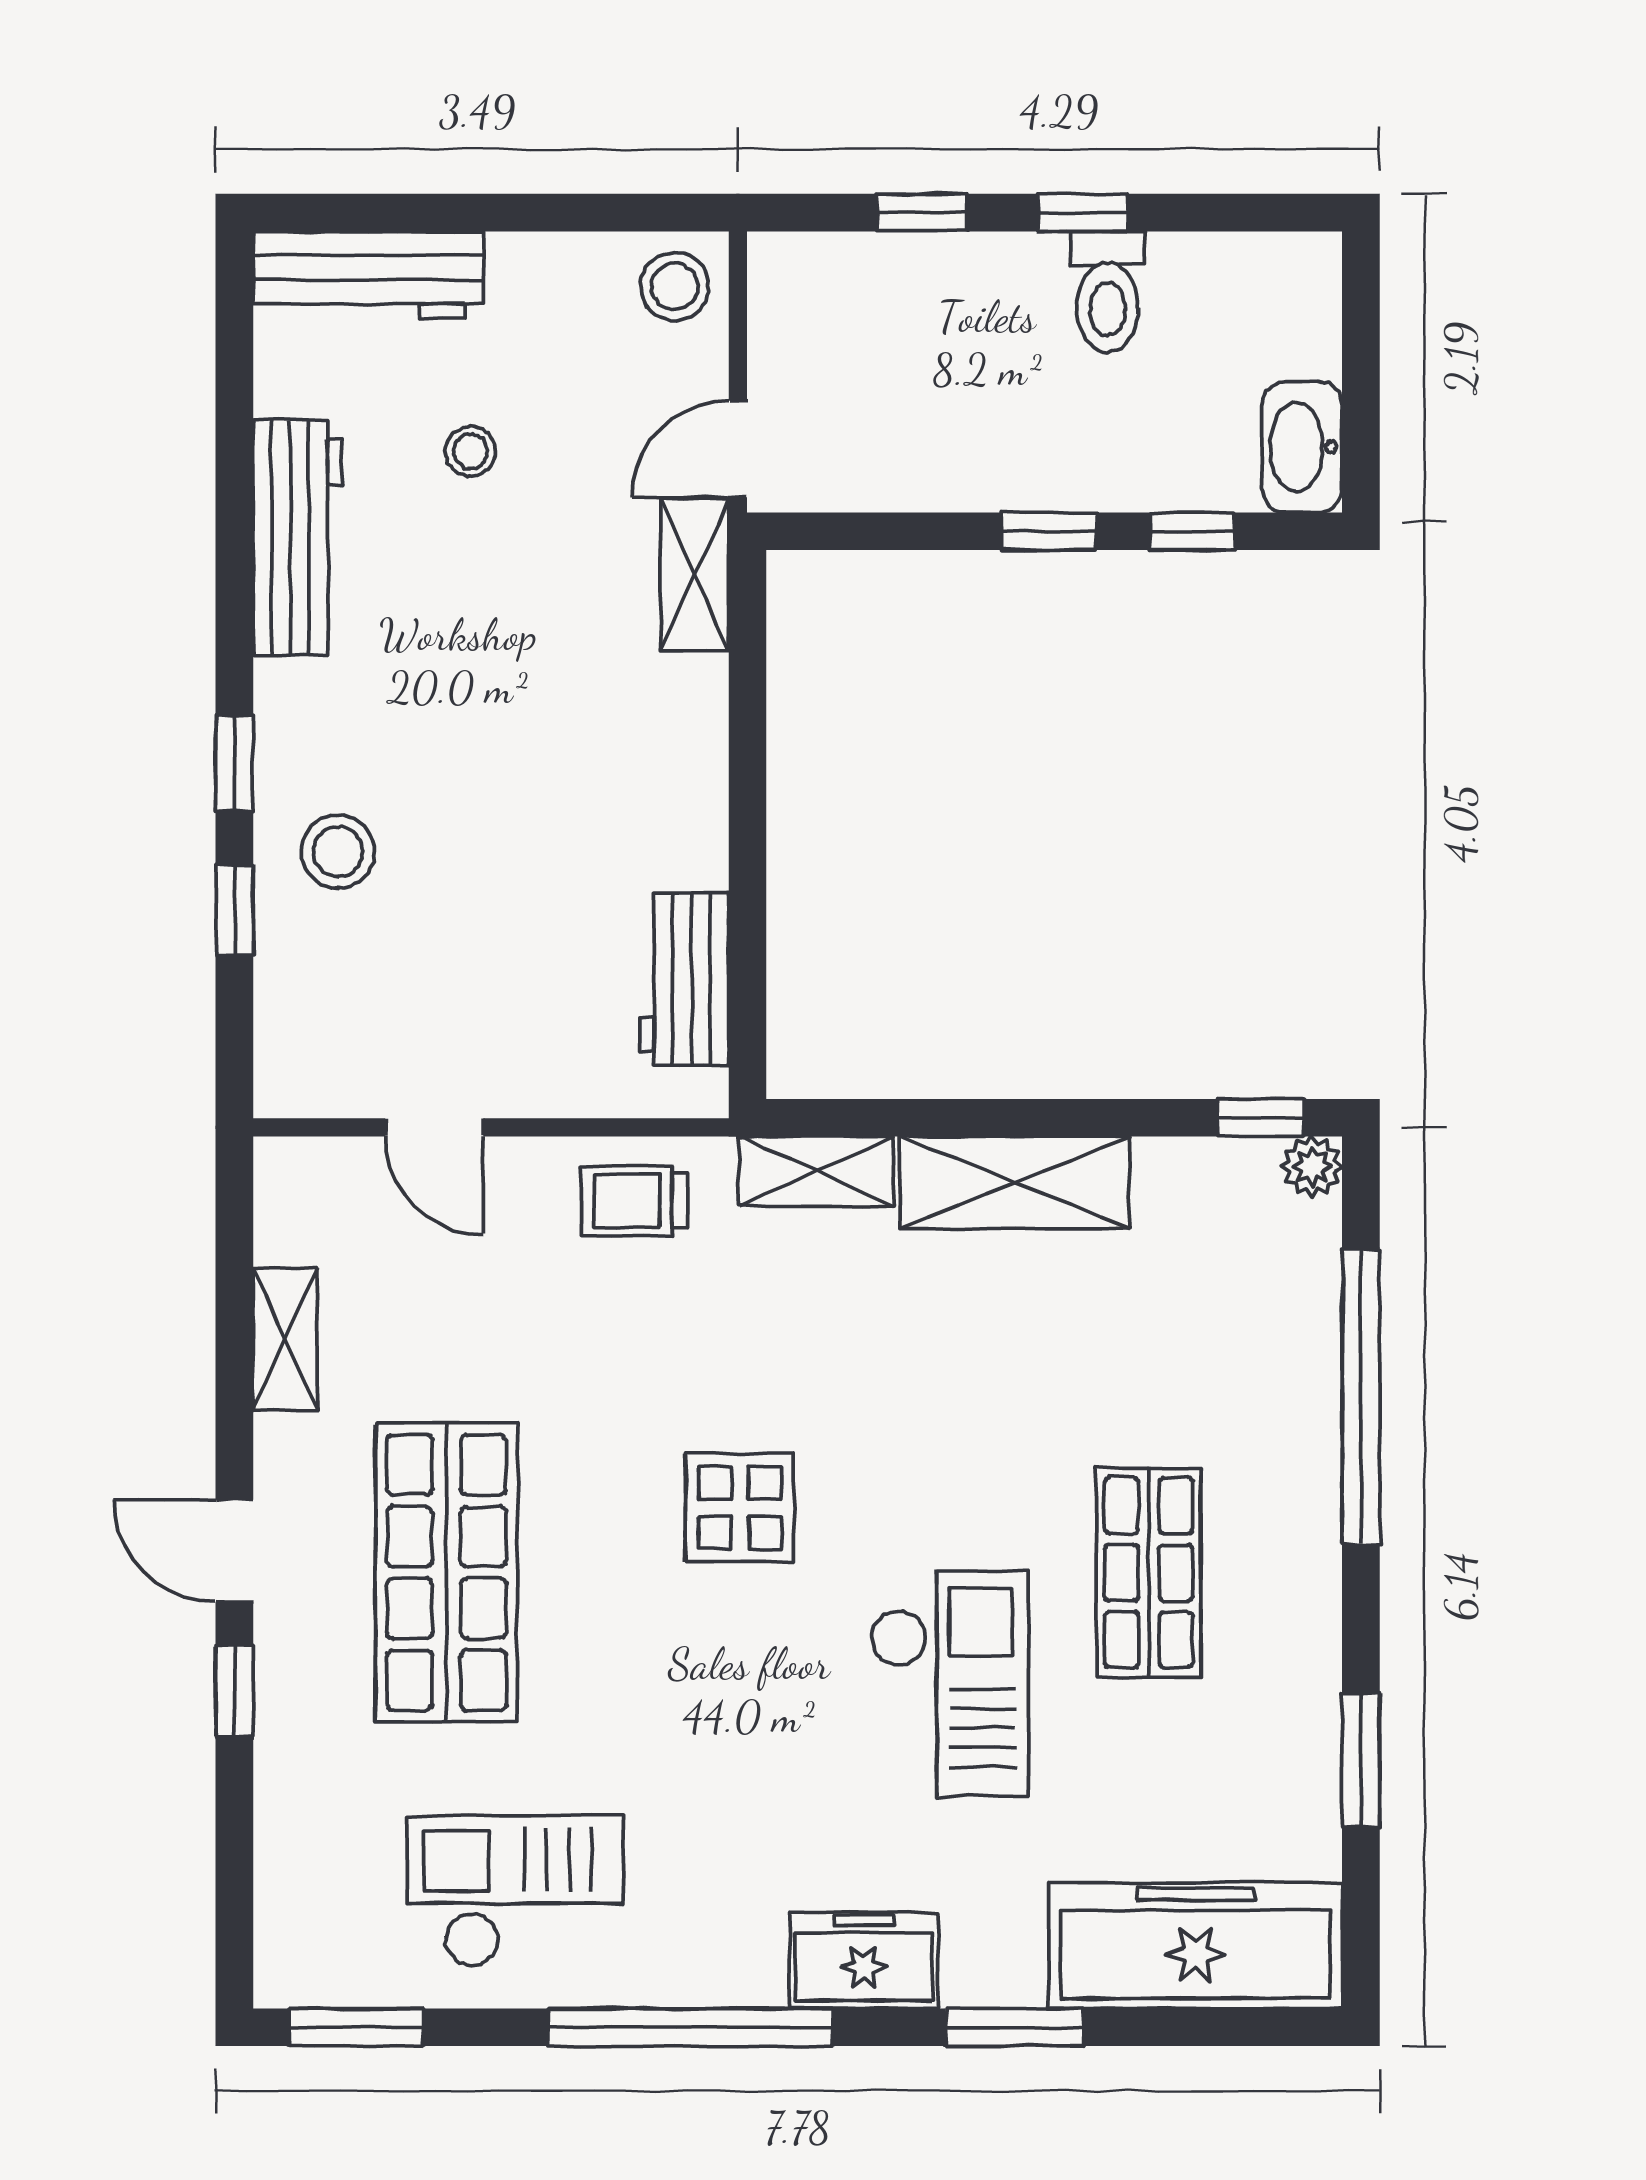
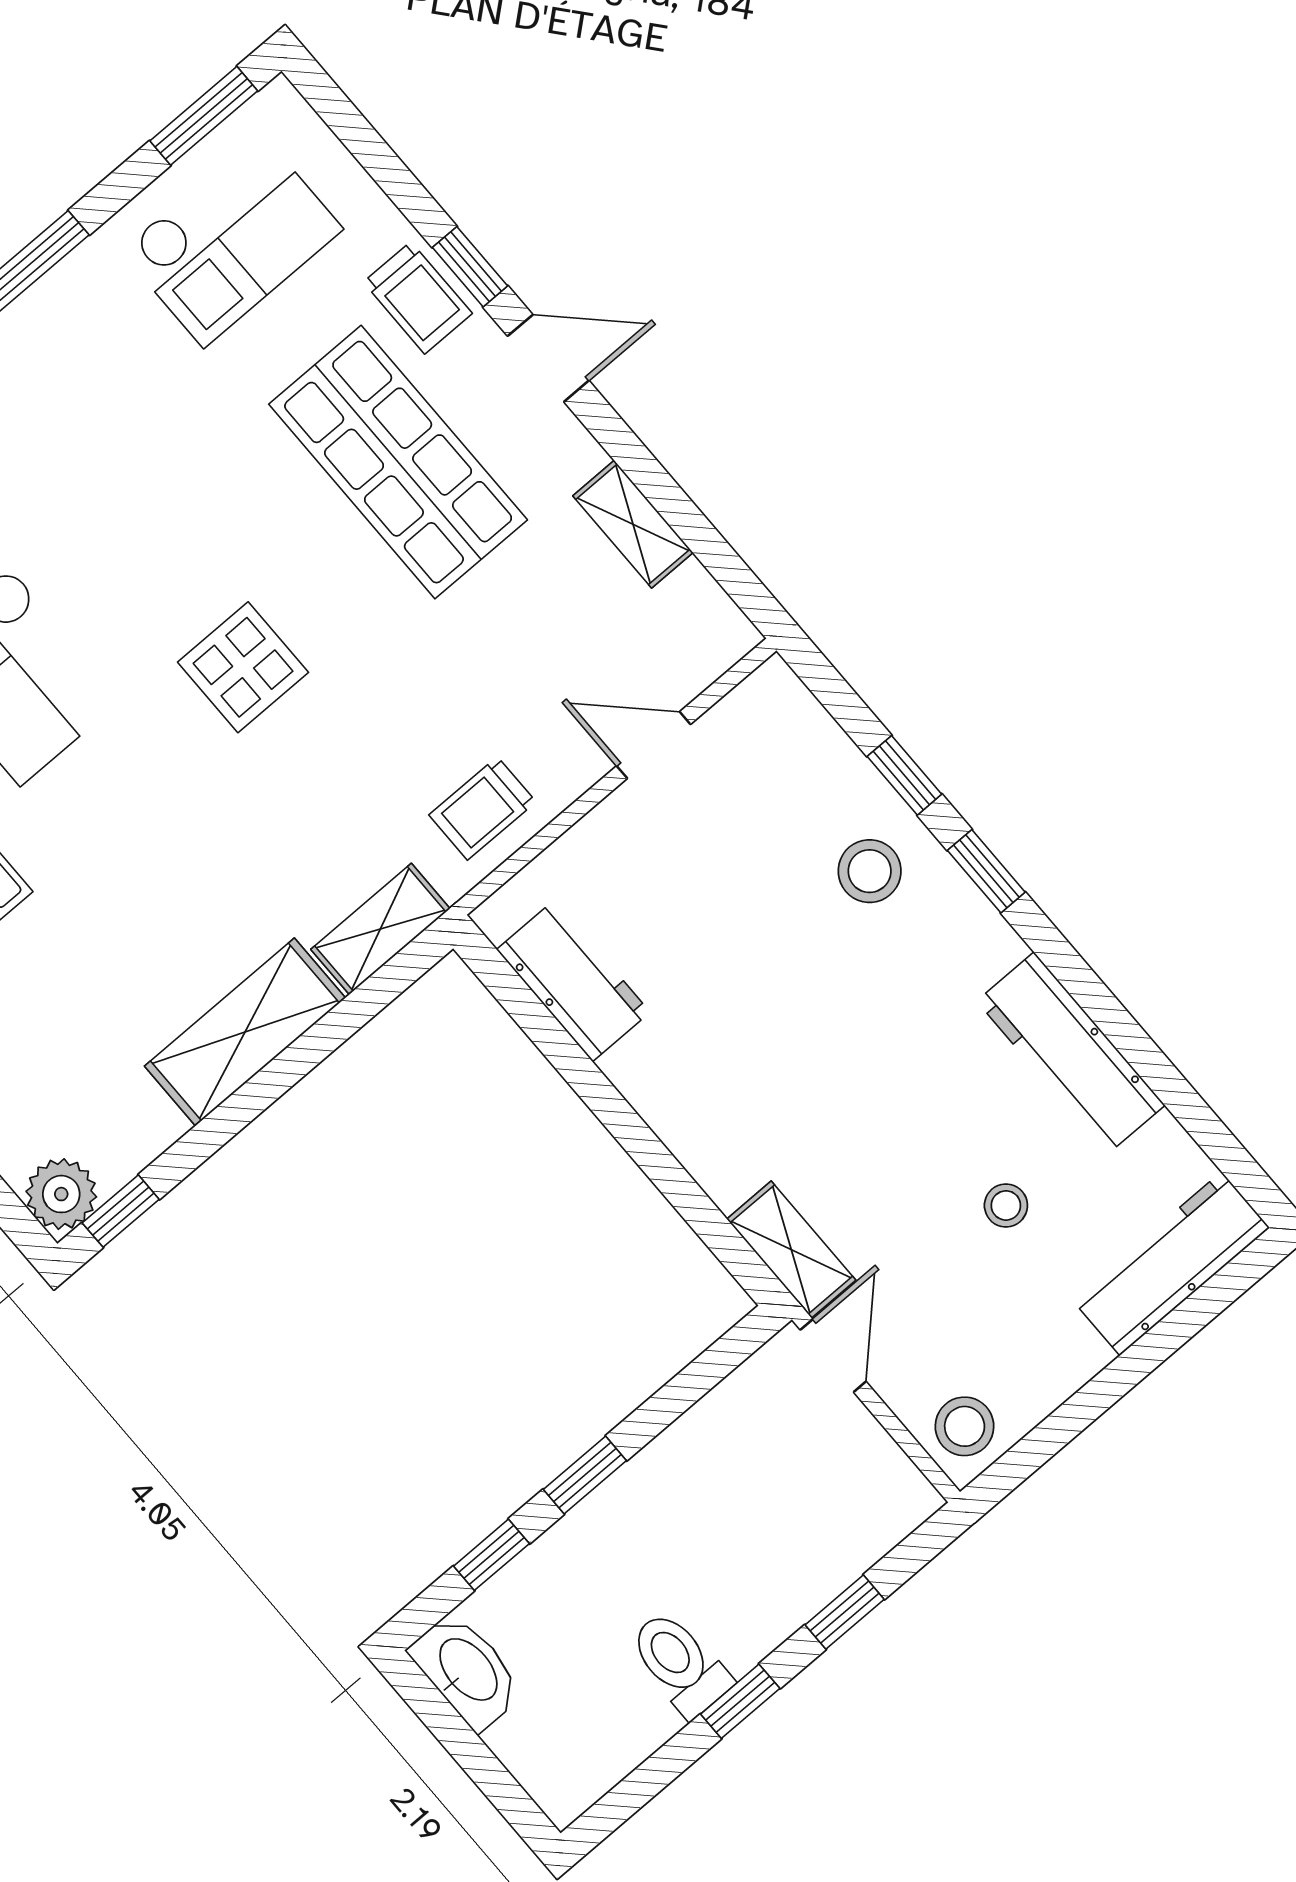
plant: (1312, 1167) -> (61, 1194), width x1.38, depth x1.38
trolley: (634, 1201) -> (482, 808), turned 180
trolley: (304, 1703) -> (418, 298), added
checkout: (515, 1891) -> (232, 240), moved

